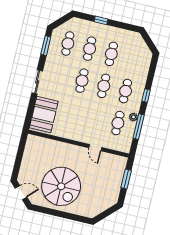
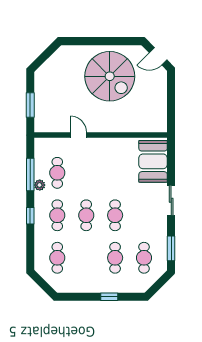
cafe table: (111, 54) -> (57, 258), moved
spiral stairs: (61, 186) -> (110, 76), turned 180

